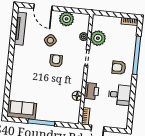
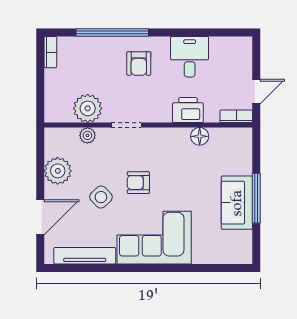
corner sofa: (26, 66) -> (154, 238), added
sofa: (22, 110) -> (237, 203), moved

